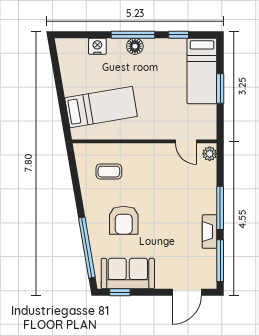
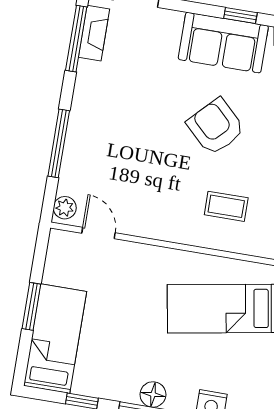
window: (220, 208) -> (59, 143), moved
armchair: (124, 220) -> (216, 127), turned -46
fireplace: (210, 232) -> (94, 33), moved

